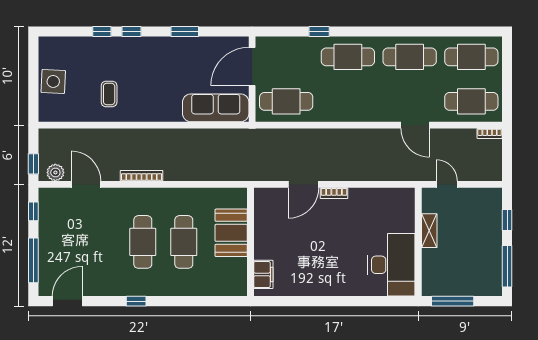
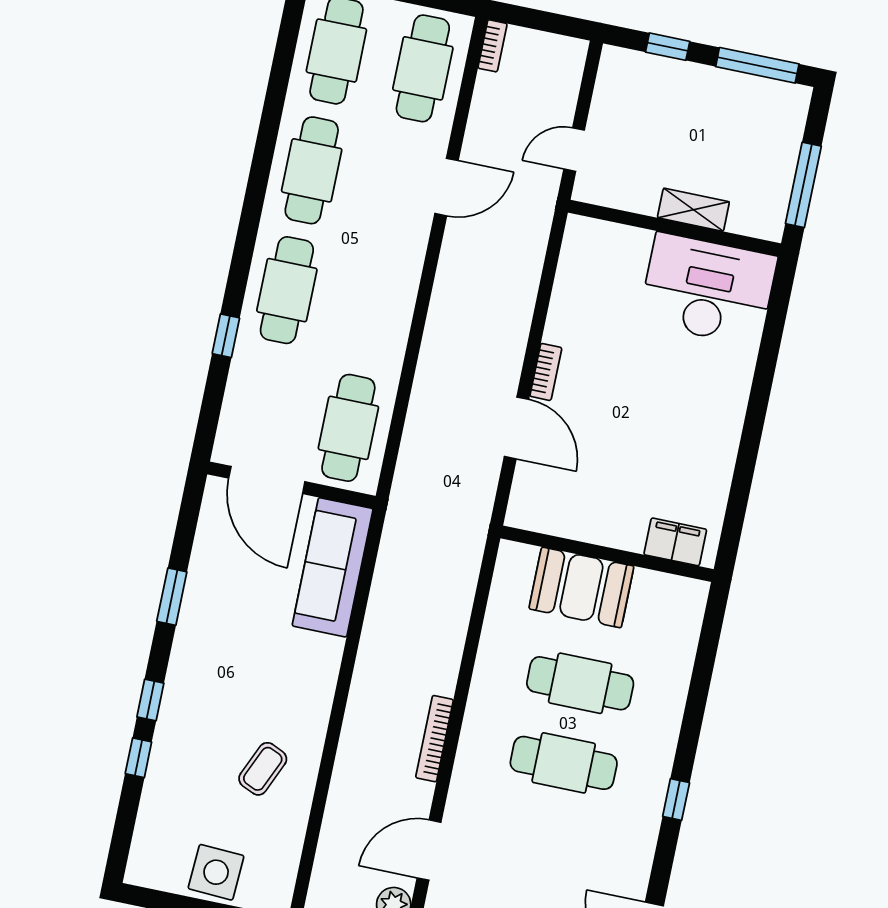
coffee table: (109, 94) -> (263, 769), turned -66
shelving: (429, 231) -> (693, 210), moved

